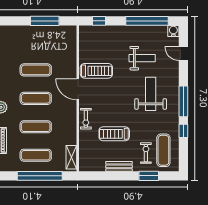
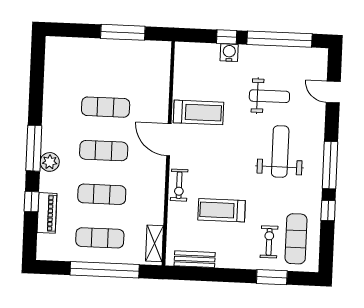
window: (99, 21) -> (227, 37), moved
water cooler: (173, 31) -> (229, 53), moved
bench: (119, 166) -> (195, 259), moved

